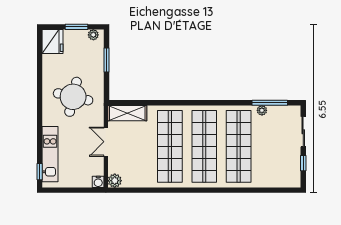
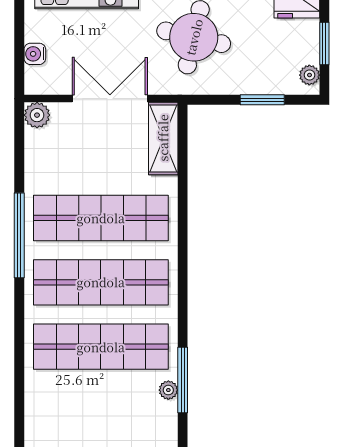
window: (270, 103) -> (183, 380), moved
double door: (106, 142) -> (110, 99), width x1.37
water cooler: (98, 182) -> (35, 54), moved
window: (179, 190) -> (19, 235), added

